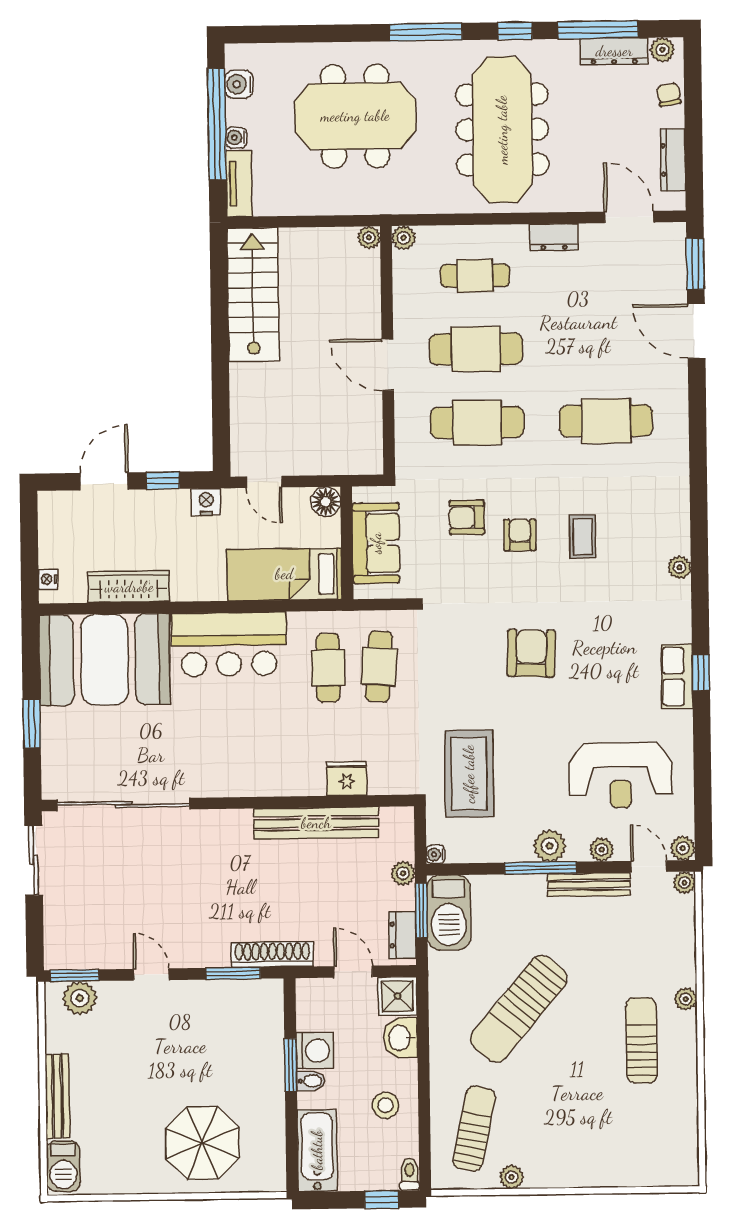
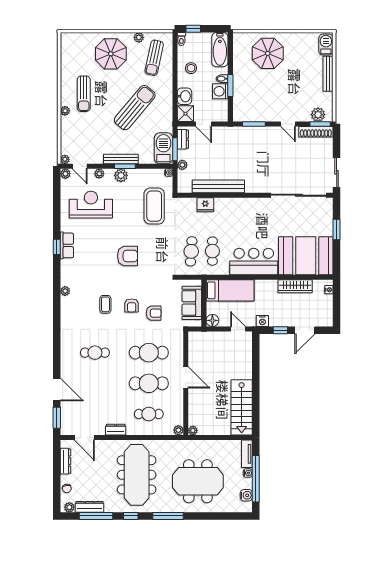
cafe table: (606, 421) -> (95, 353), width x0.73, depth x0.74
armchair: (531, 653) -> (128, 256), turned -92
window: (541, 868) -> (125, 166), width x0.69
bench: (589, 885) -> (121, 159), moved
shoe rack: (272, 954) -> (316, 132), moved
parasol: (578, 1137) -> (111, 54), added

